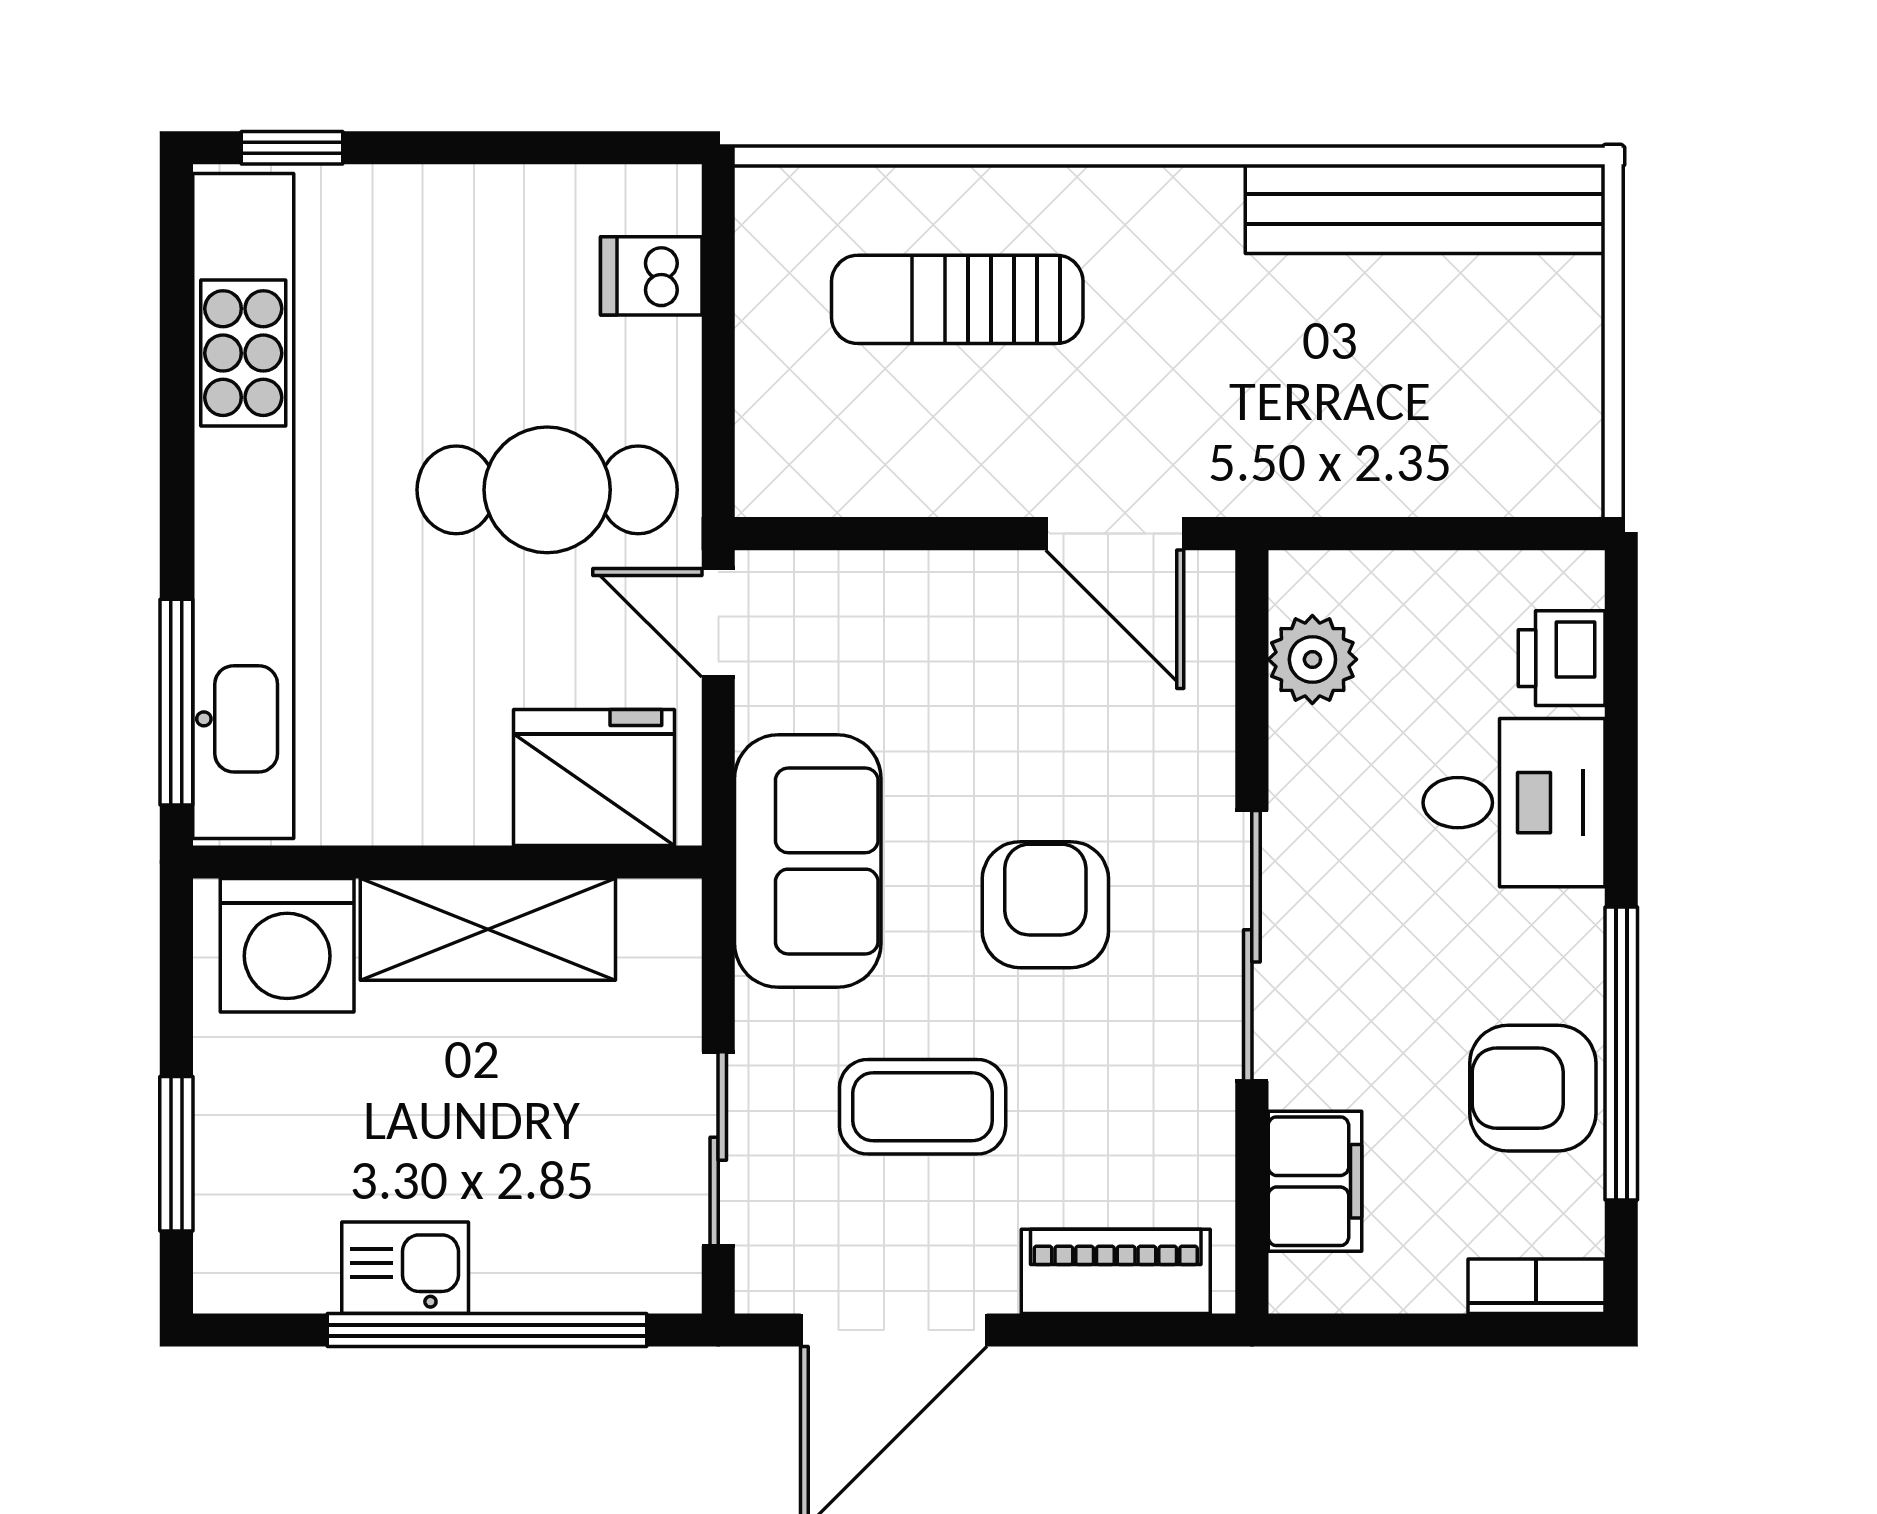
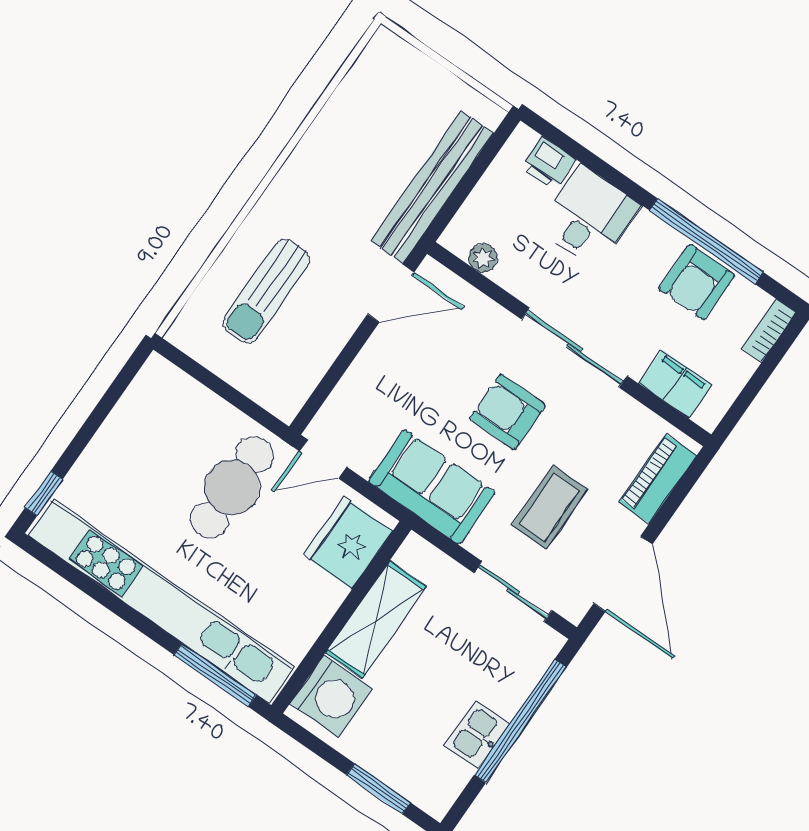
bench: (1425, 209) -> (432, 187), moved
dishwasher: (651, 276) -> (181, 396), removed
plant: (1312, 659) -> (483, 258), width x0.73, depth x0.73

